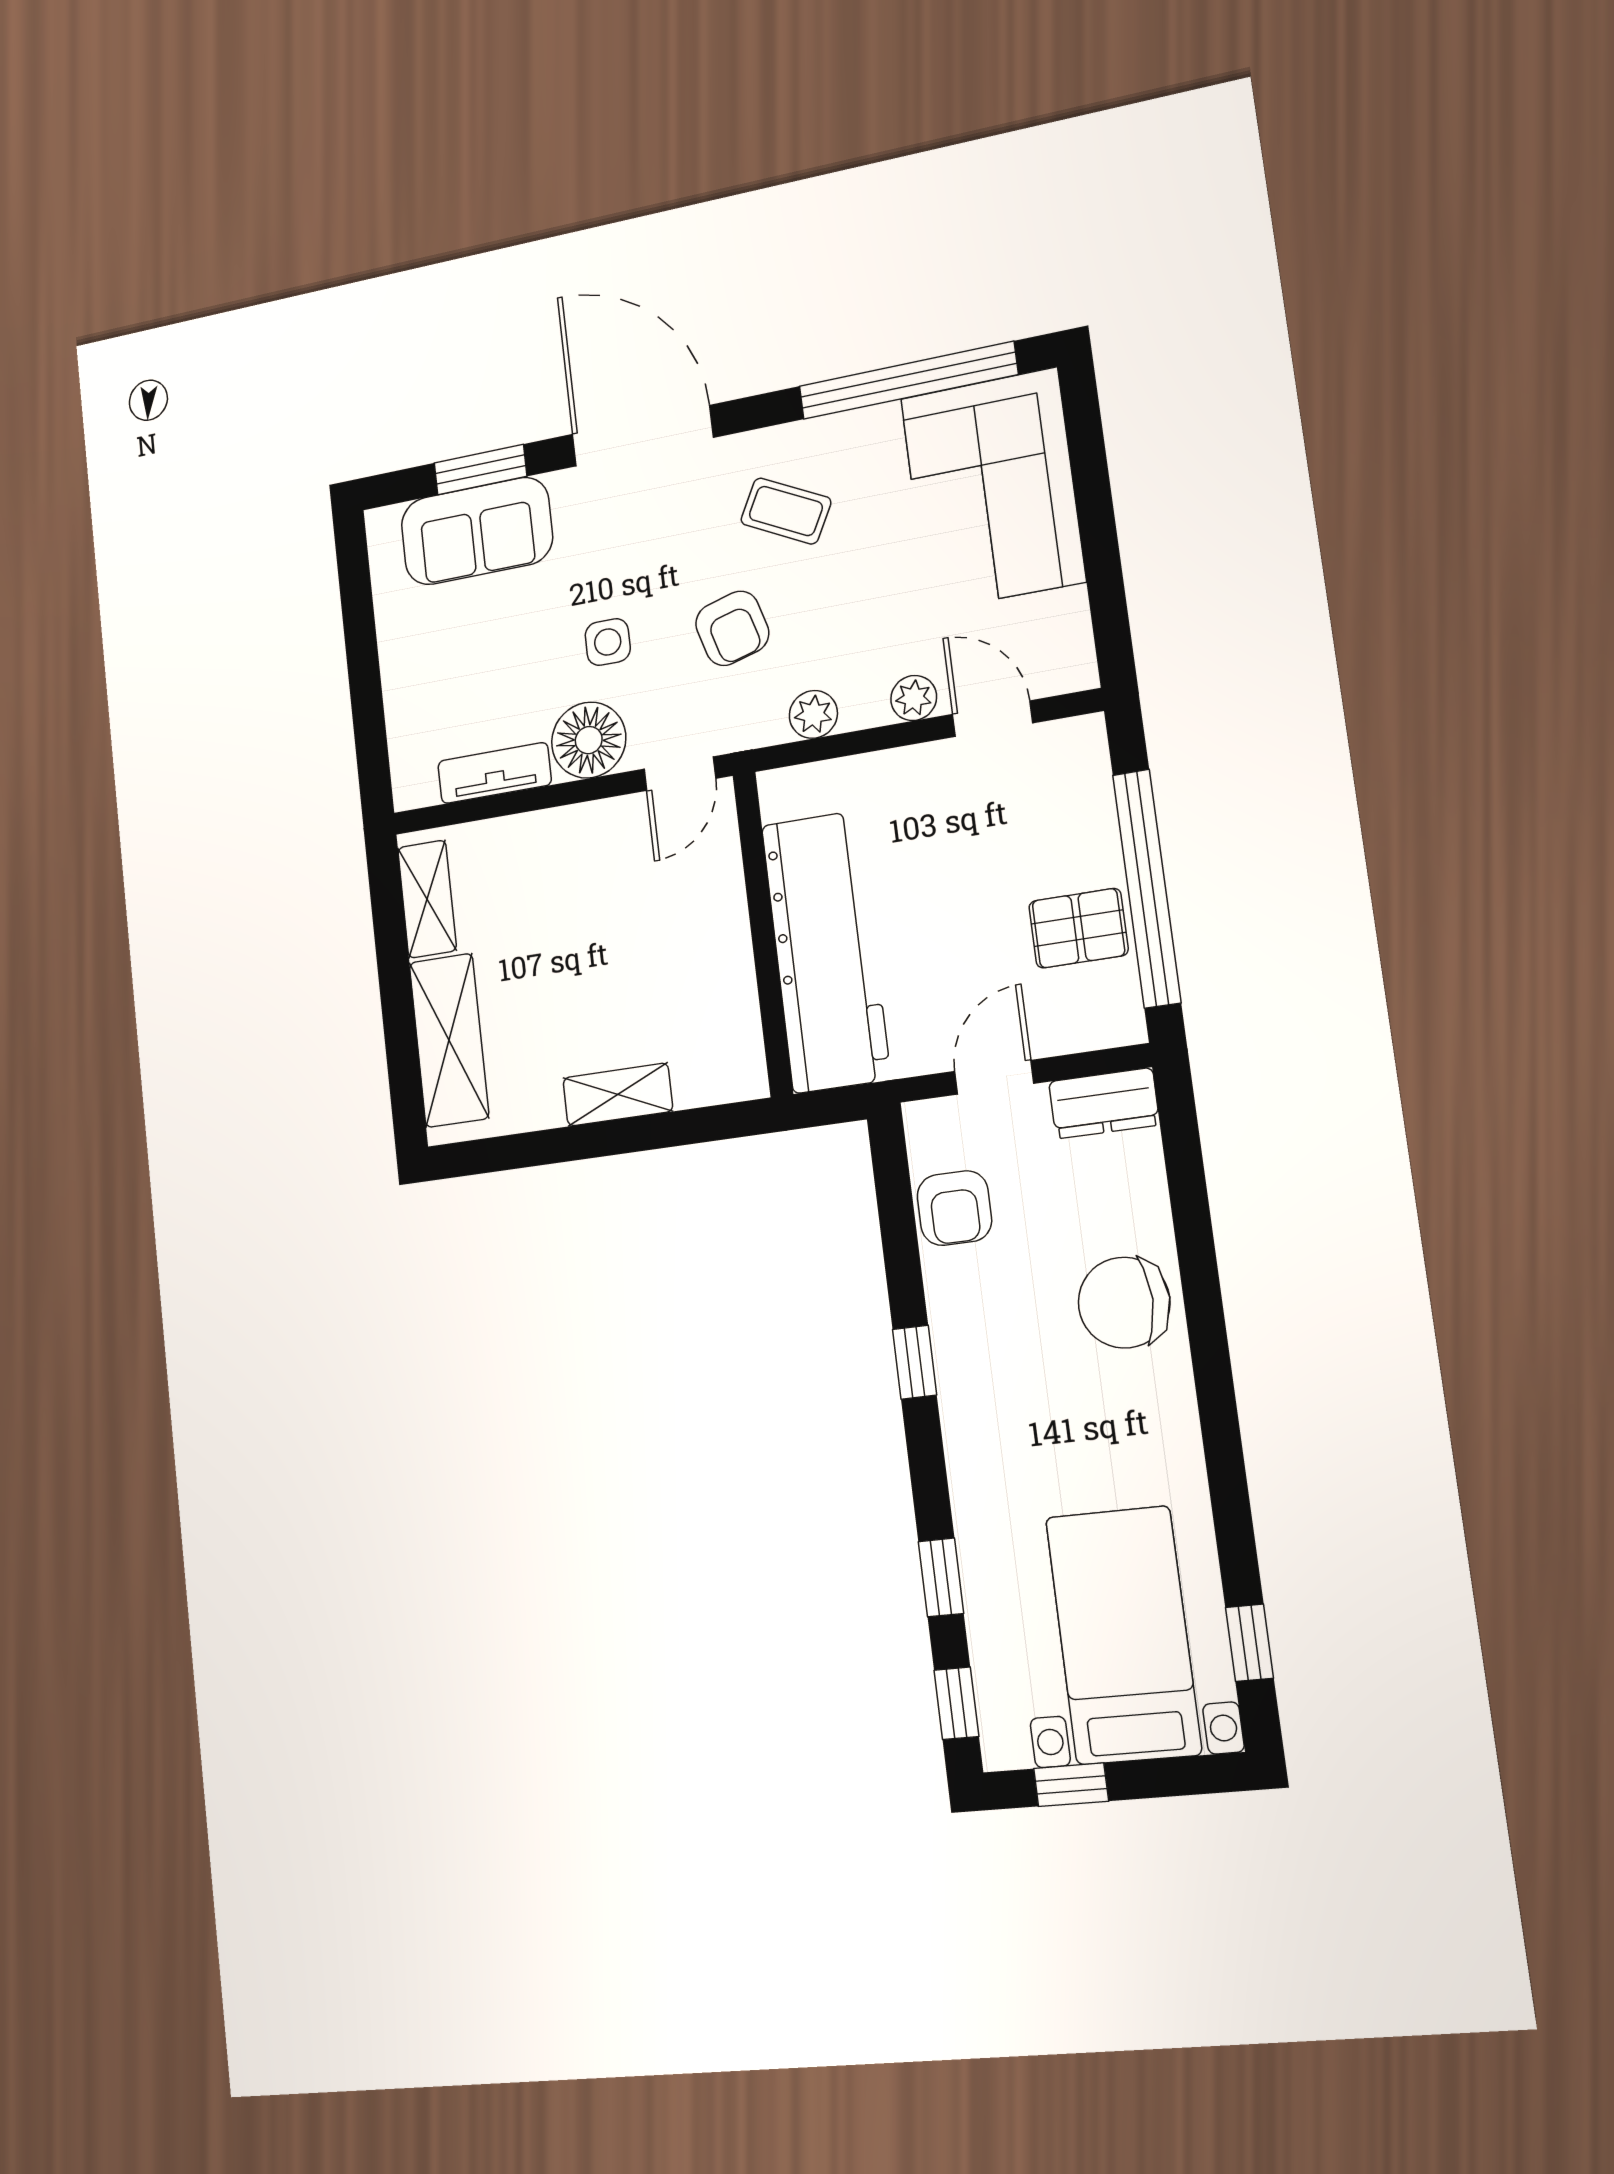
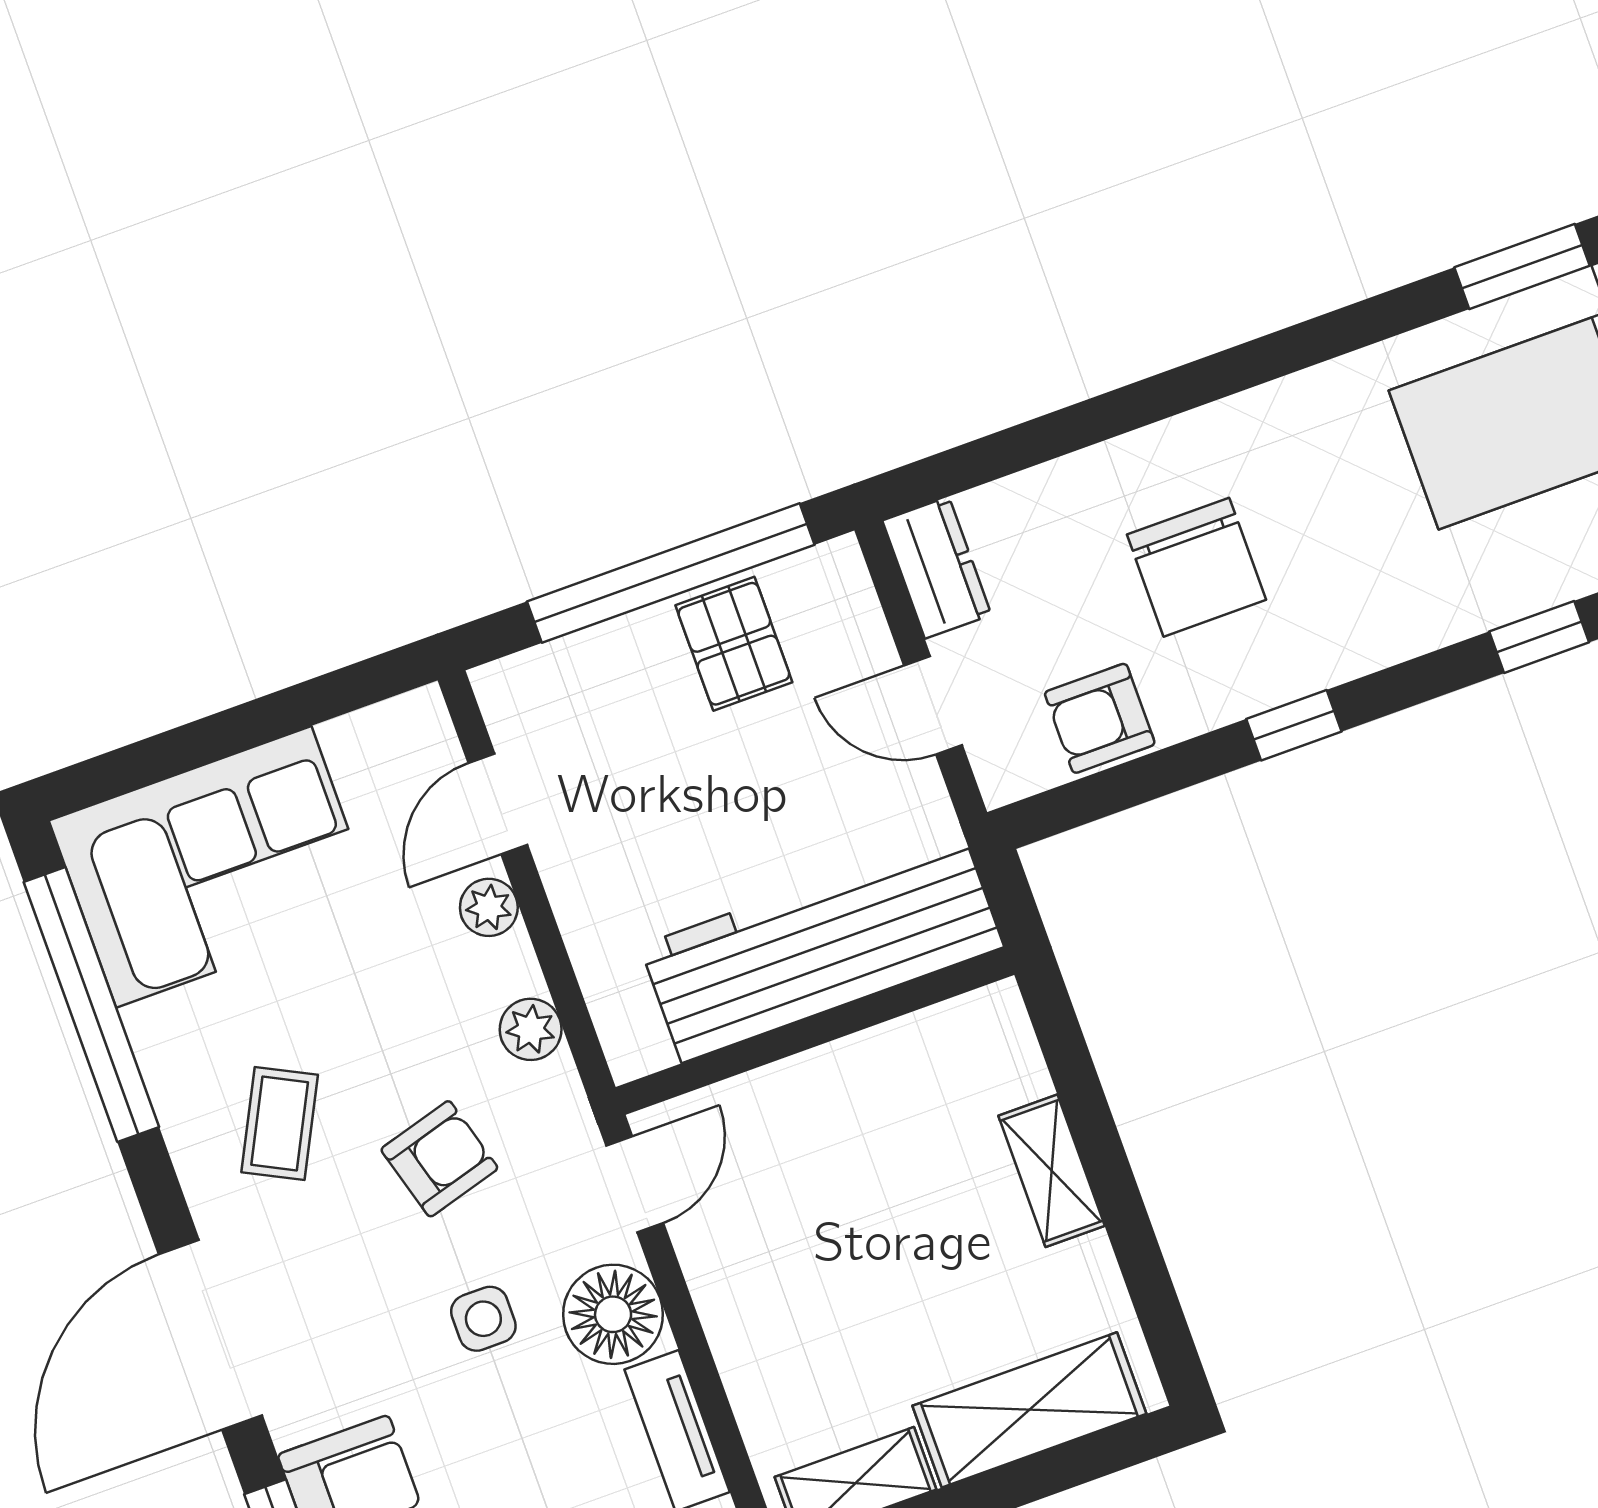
door: (680, 774) -> (635, 1184), hinge flipped
armchair: (954, 1208) -> (1100, 718), turned 180
chair: (1124, 1303) -> (1196, 567), moved
window: (1250, 1643) -> (1522, 267), width x1.50

